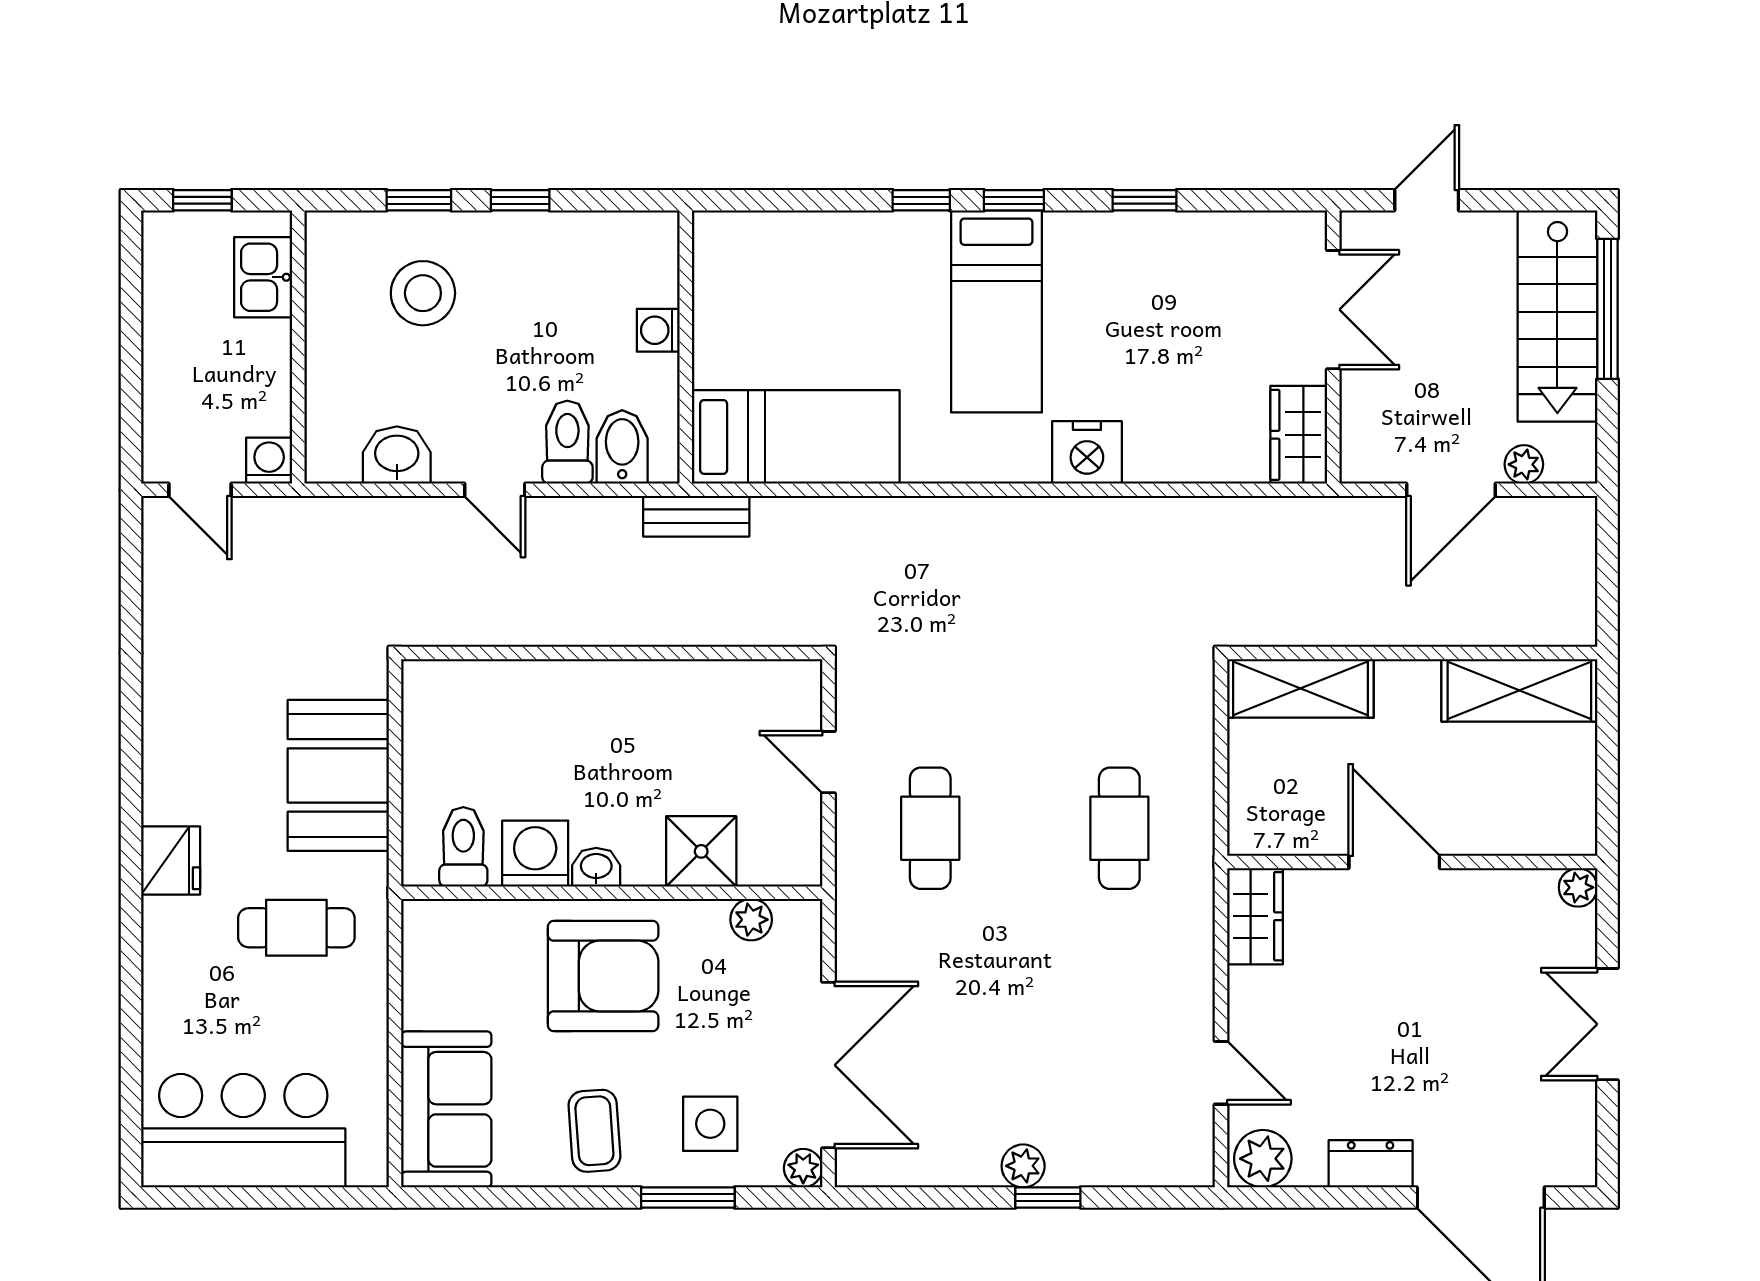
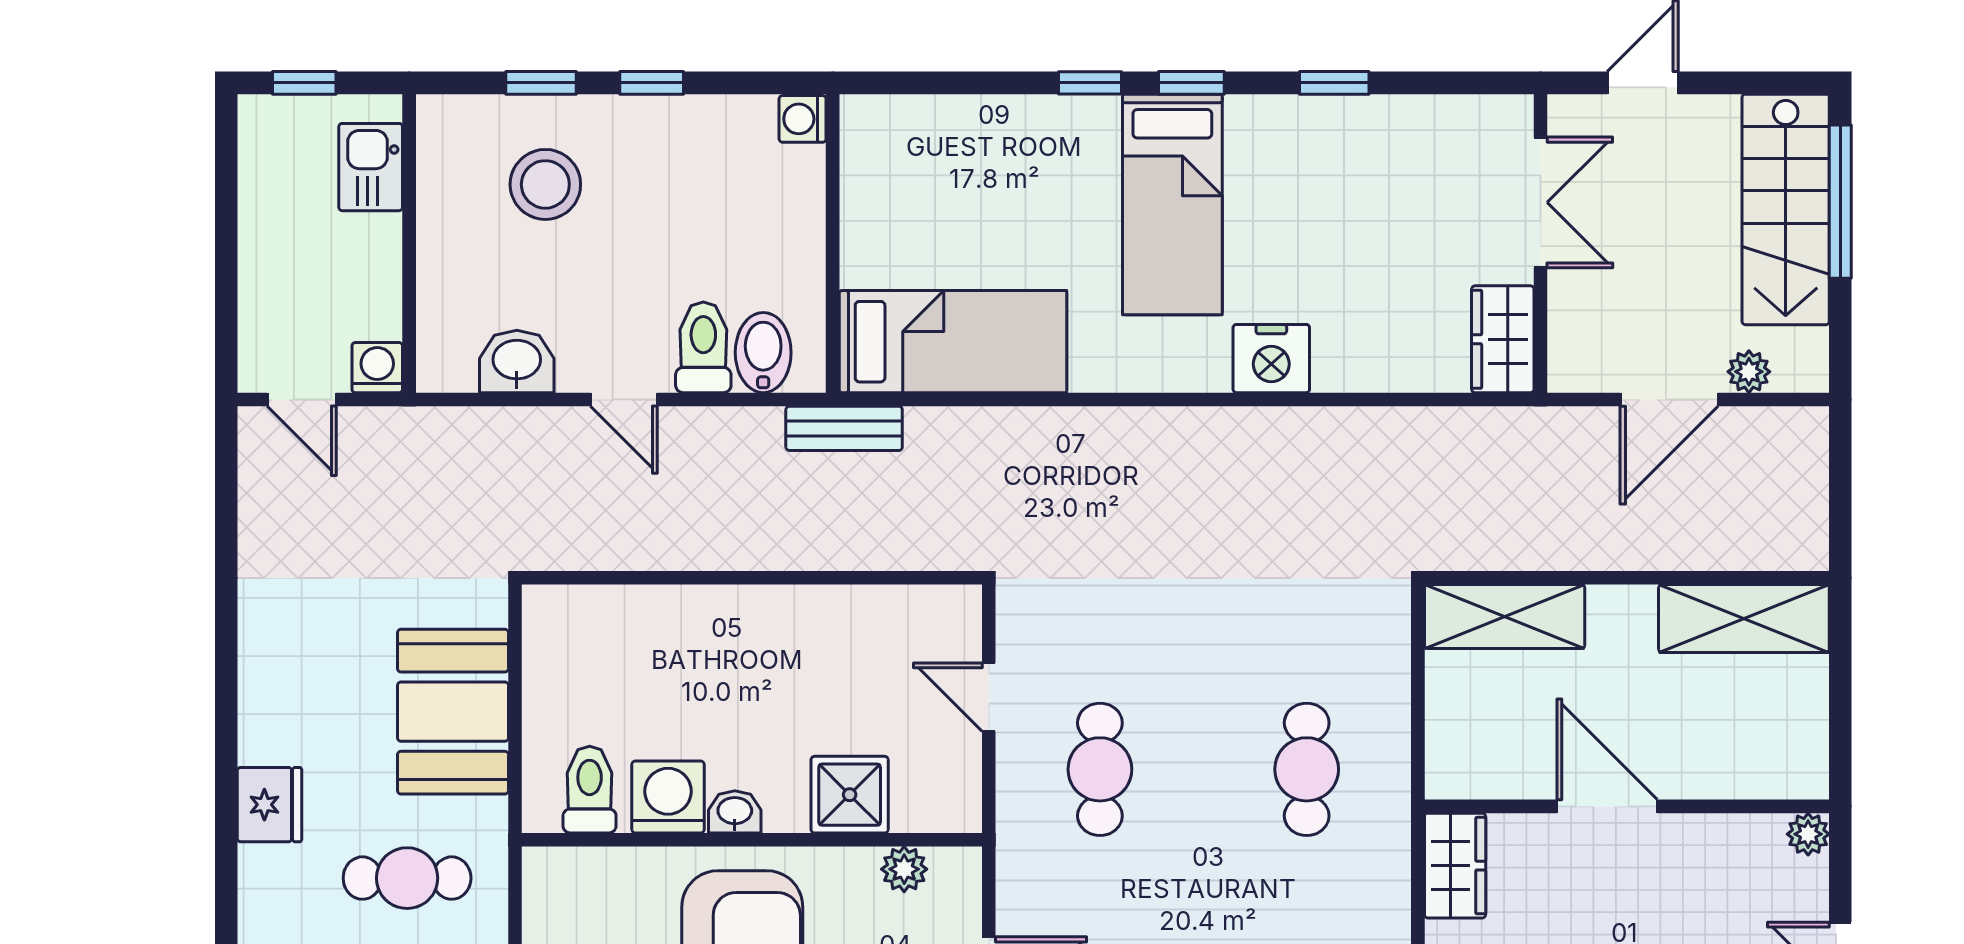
washing machine: (658, 330) -> (803, 119), moved

